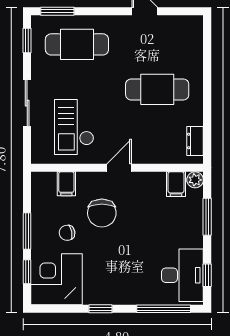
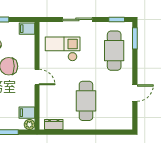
filing cabinet: (66, 184) -> (27, 29), moved

